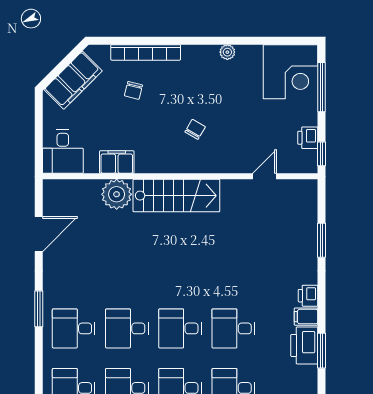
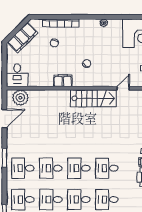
filing cabinet: (117, 162) -> (63, 81), moved
plant: (117, 194) -> (20, 98), moved
stairs: (176, 196) -> (94, 98), moved

